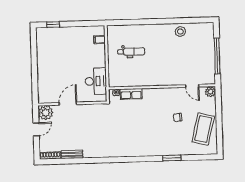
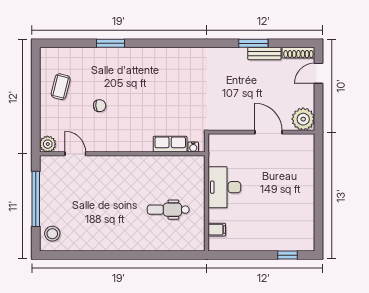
stool: (180, 32) -> (52, 234), moved
desk: (96, 81) -> (224, 187), moved
door: (68, 104) -> (268, 132), swing flipped
door: (36, 129) -> (319, 73), moved
coffee table: (203, 129) -> (61, 87), width x0.54, depth x0.58
window: (79, 161) -> (253, 43), added

